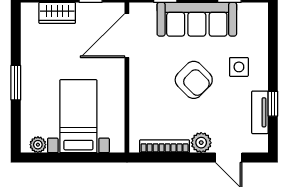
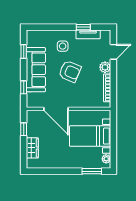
door: (127, 36) -> (56, 109), moved
armchair: (194, 80) -> (70, 71), turned 68
window: (16, 83) -> (92, 171), moved

